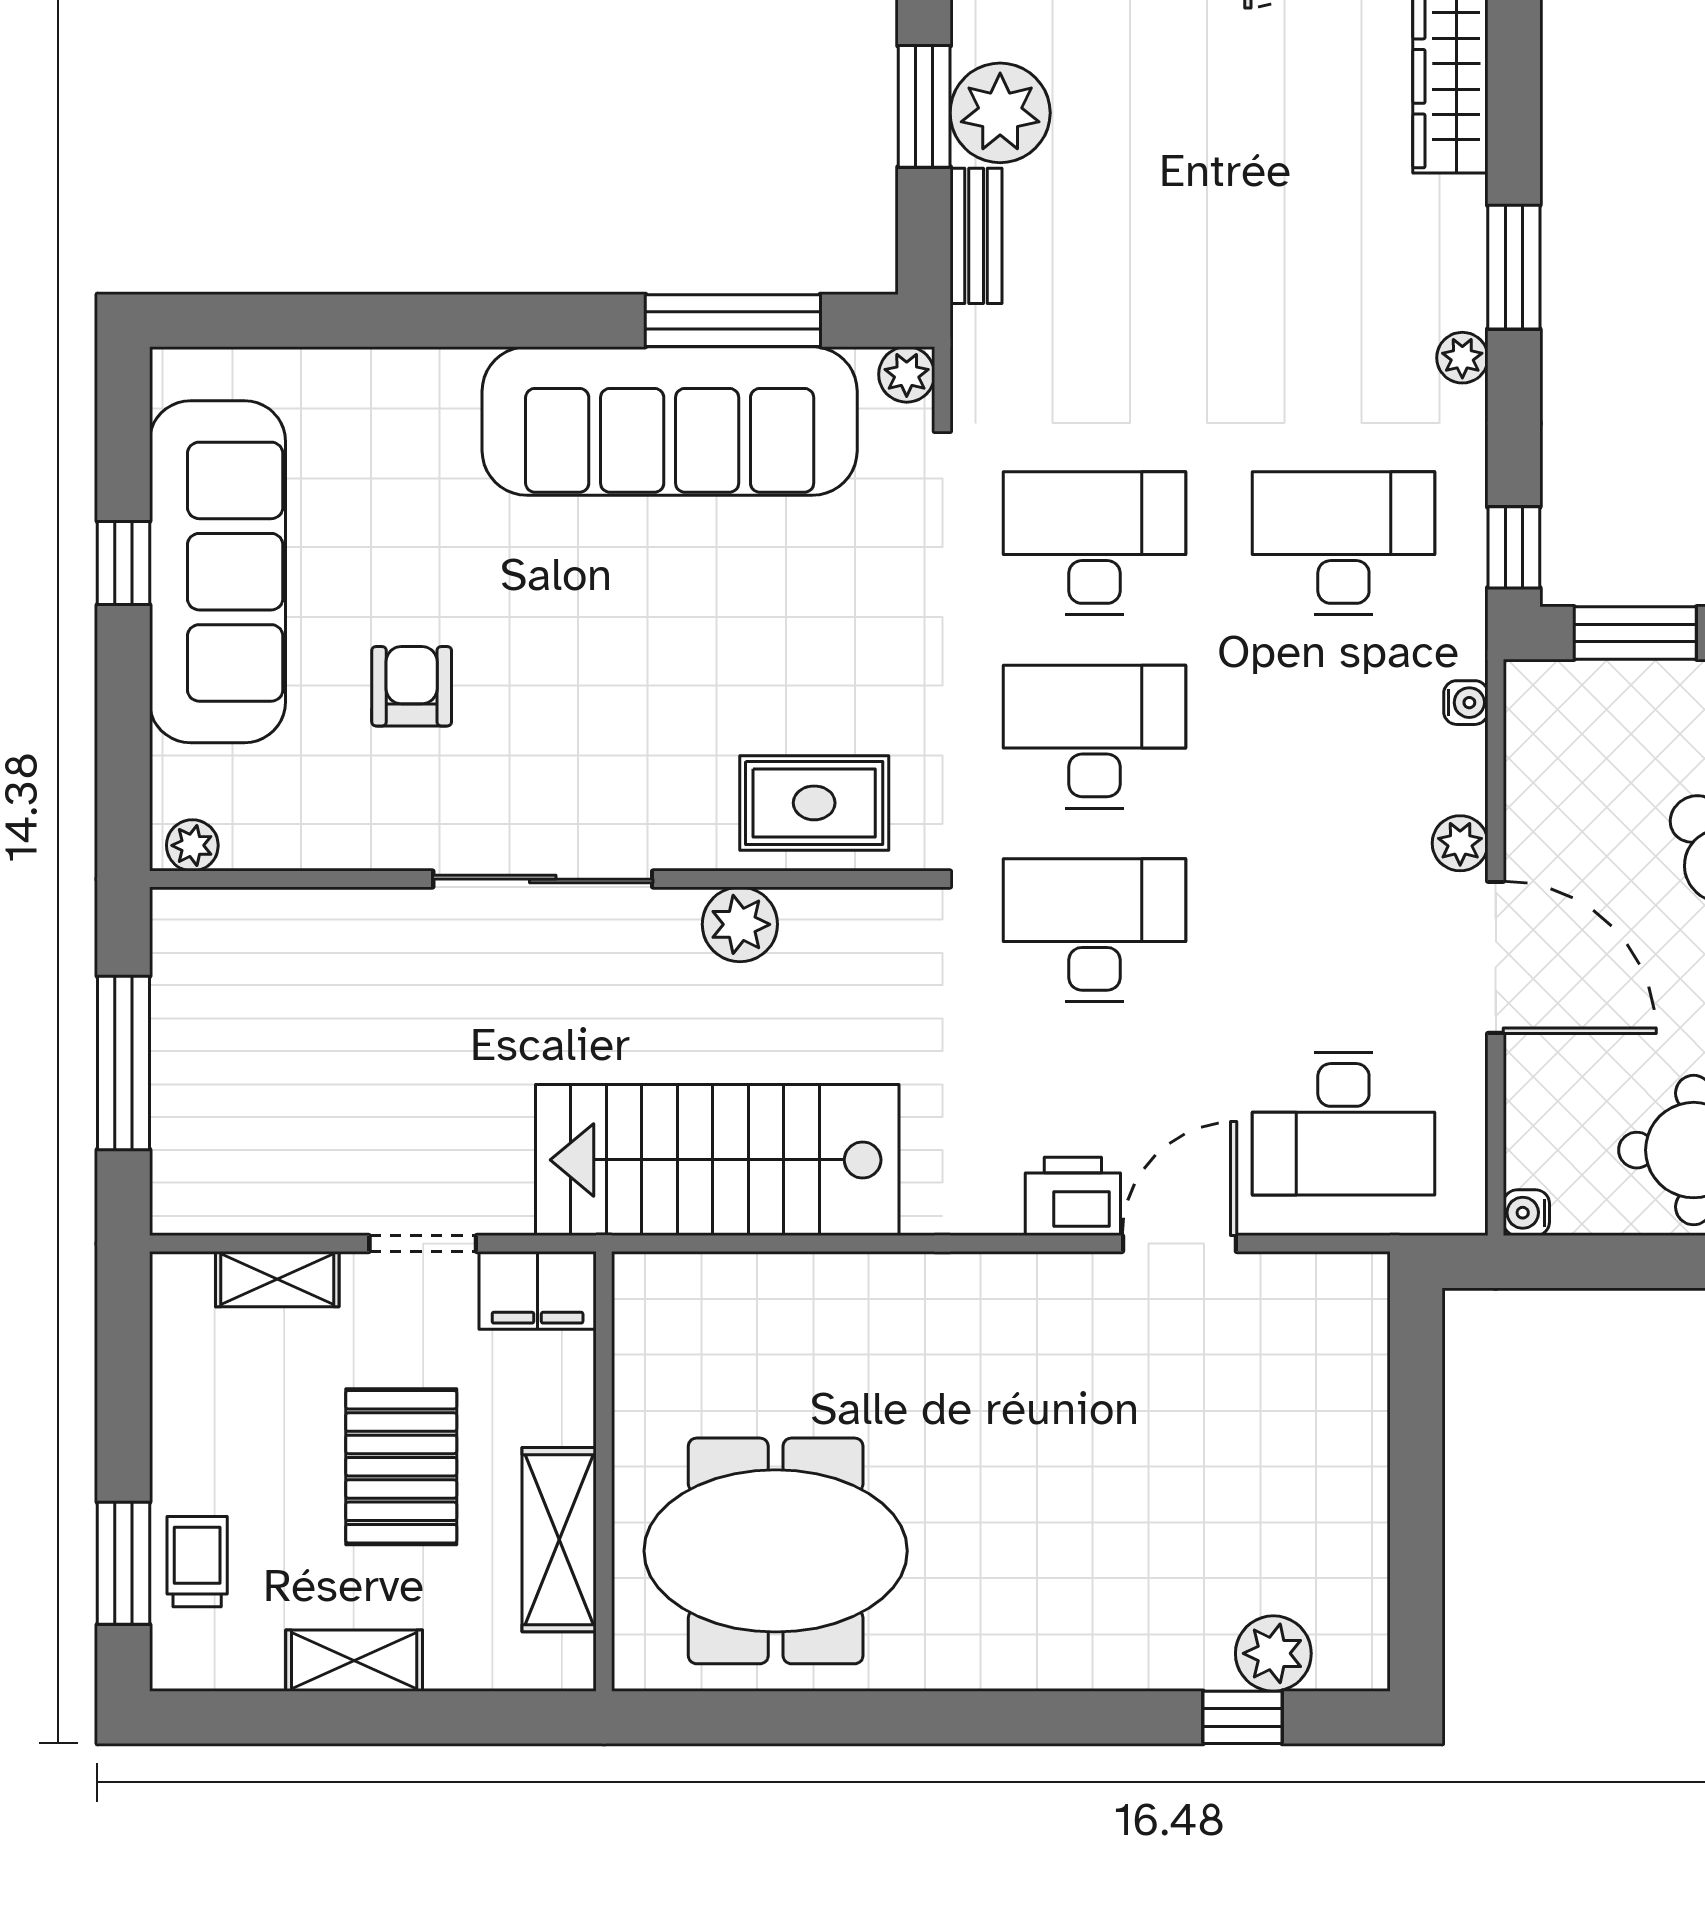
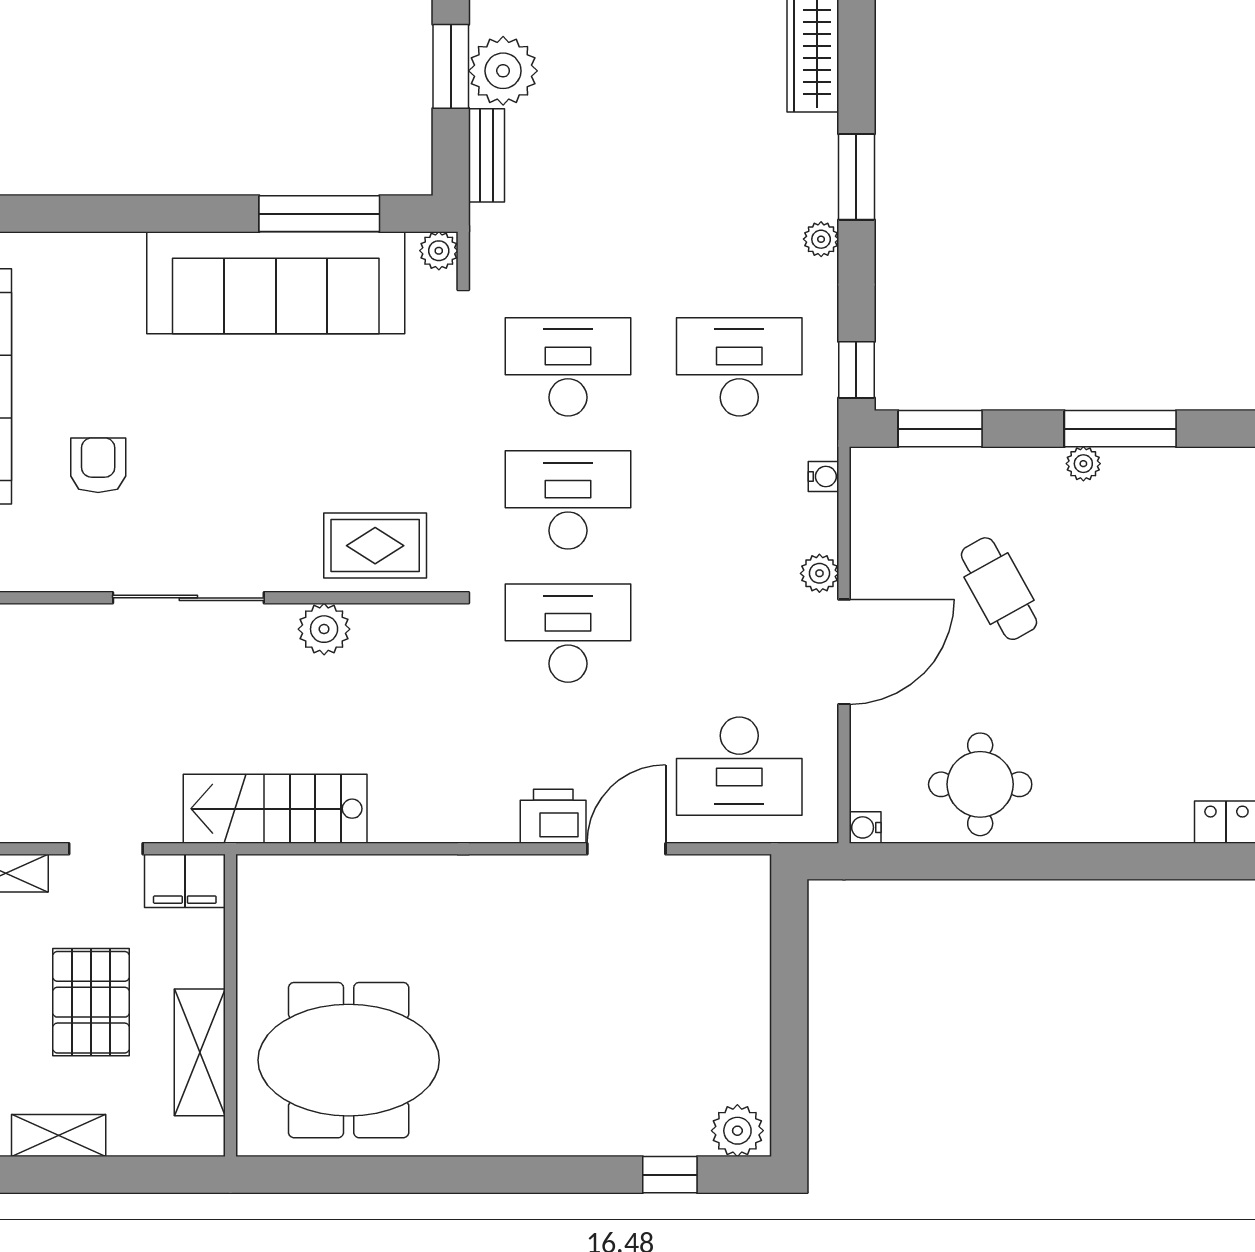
door: (1496, 957) -> (844, 652), hinge flipped
stairs: (717, 1160) -> (275, 809), width x0.73, depth x0.66
plant: (1273, 1653) -> (737, 1131), moved

